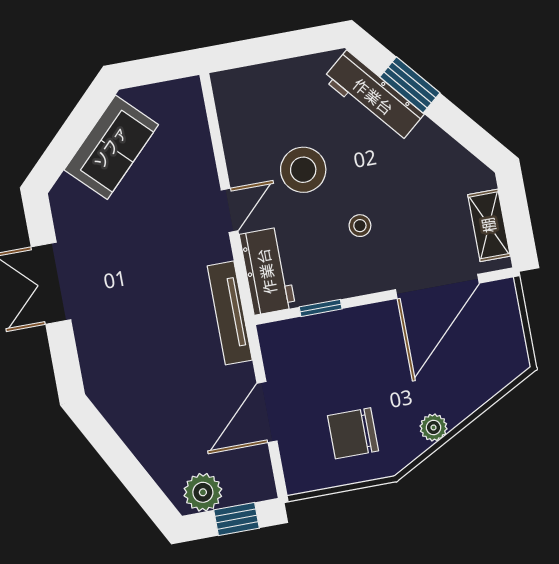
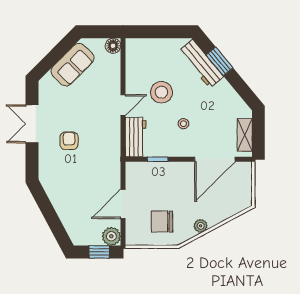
floor lamp: (187, 93) -> (113, 46), added
armchair: (133, 304) -> (69, 141), added
tv unit: (230, 313) -> (114, 154), removed
plant: (203, 492) -> (111, 236), moved

